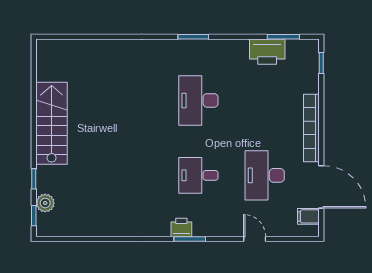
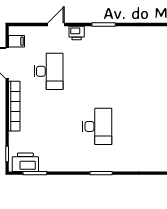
printer: (267, 52) -> (25, 162), moved
desk: (198, 175) -> (97, 71), removed
printer: (181, 227) -> (77, 33), moved
door: (255, 239) -> (56, 25), swing flipped

